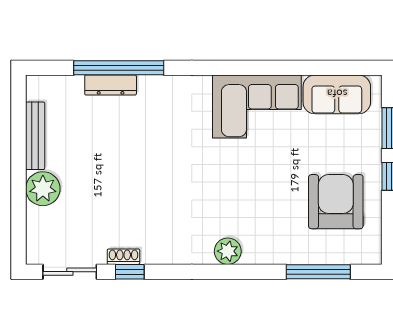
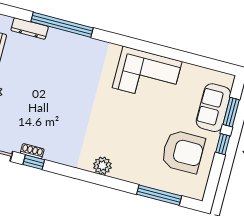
dresser: (111, 85) -> (30, 29), moved
sofa: (337, 94) -> (213, 108), moved, turned 90
armchair: (336, 202) -> (183, 152), turned 90

